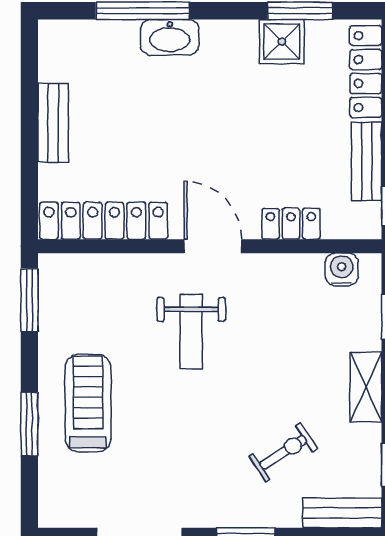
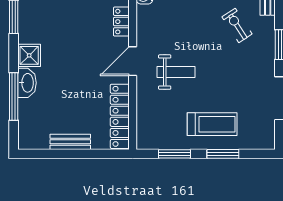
shower: (282, 41) -> (29, 55), moved
window: (29, 300) -> (174, 154), moved
treadmill: (88, 403) -> (212, 124), turned 180

